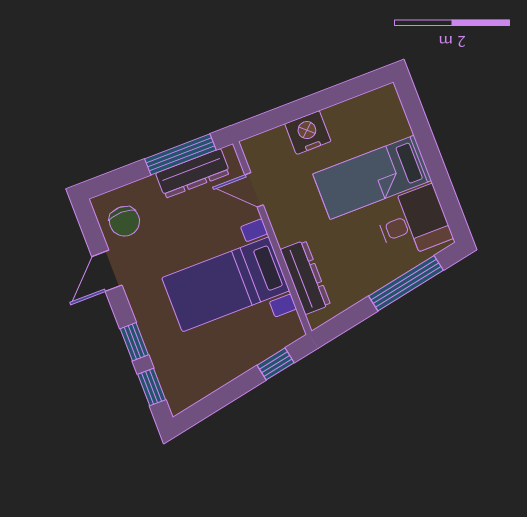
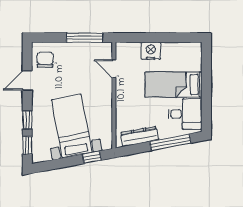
dresser: (193, 173) -> (87, 49), removed
chair: (124, 221) -> (45, 60), turned 180
dresser: (305, 277) -> (140, 136), moved, turned -101
bed with nightstands: (226, 284) -> (72, 126), moved, turned 79

